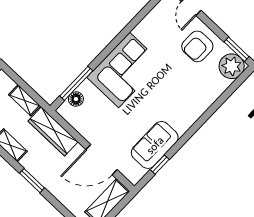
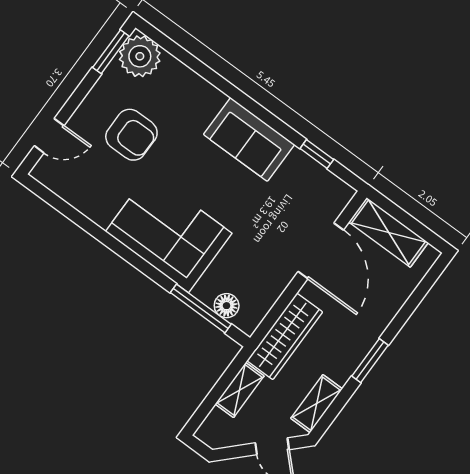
armchair: (197, 46) -> (131, 135), moved
sofa: (155, 145) -> (249, 139), moved

